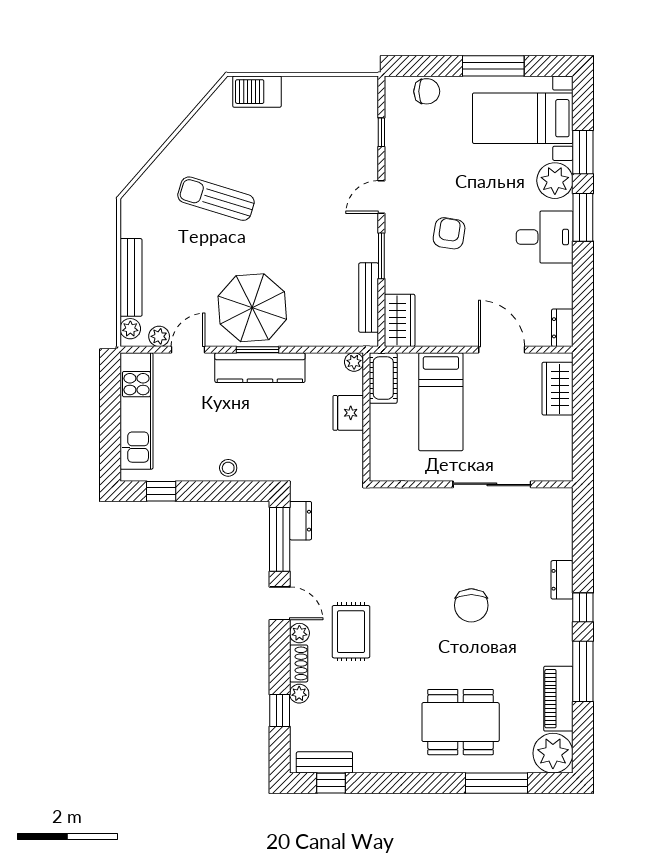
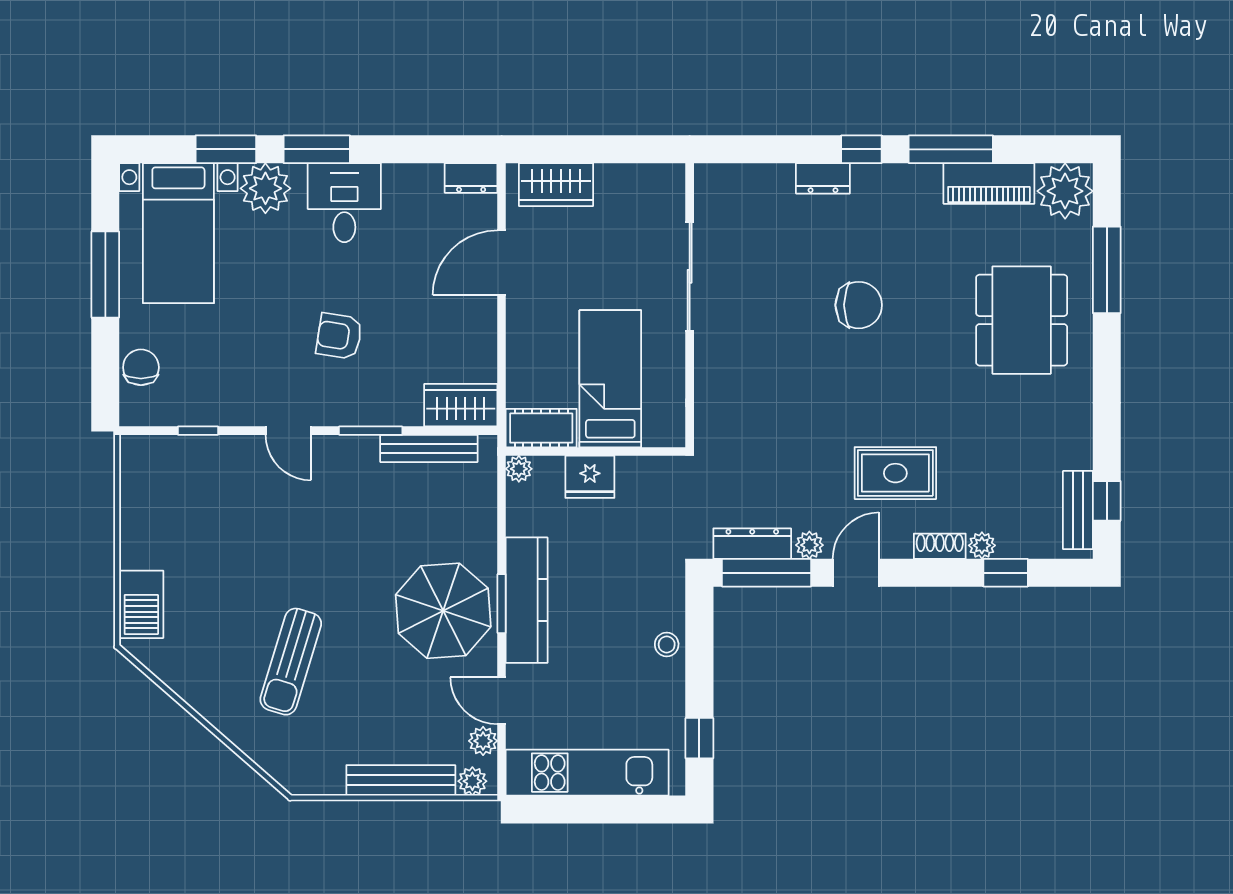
bed: (441, 402) -> (610, 379), moved, turned -90
dresser: (300, 521) -> (752, 544), width x1.44
plant: (299, 633) -> (809, 545), moved

